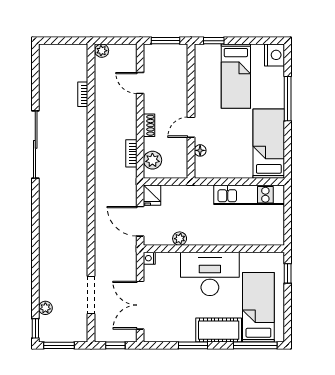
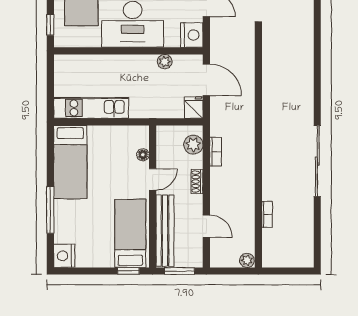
bed: (236, 76) -> (130, 233), moved
bench: (179, 79) -> (165, 231), added
nightstand: (149, 258) -> (192, 35), width x1.89, depth x1.79

